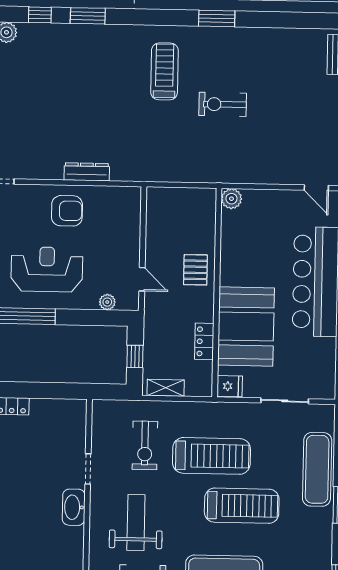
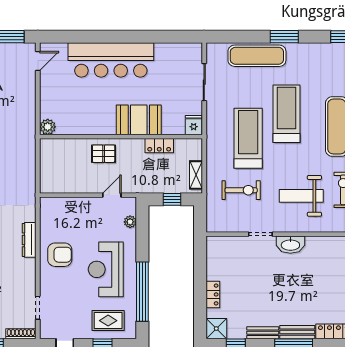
armchair: (67, 211) -> (60, 255), turned 90
booth: (246, 326) -> (139, 120), width x0.73, depth x0.70

